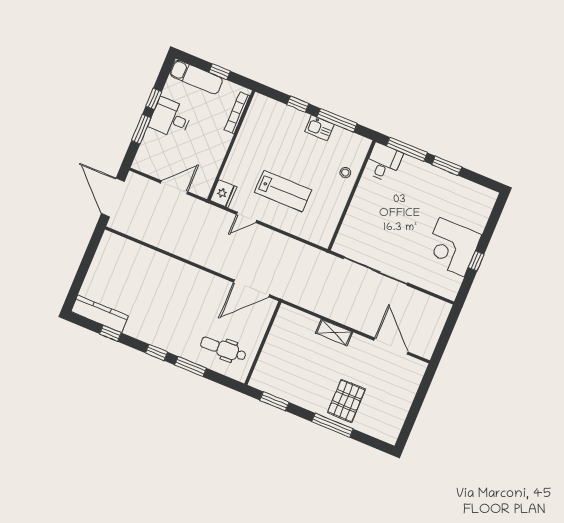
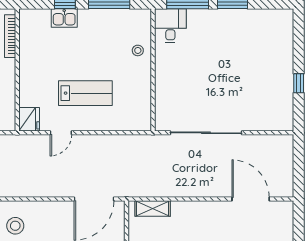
kitchen sink: (319, 128) -> (64, 18), moved
corner desk: (452, 247) -> (270, 80), removed
stool: (172, 283) -> (15, 226), added
shelving: (334, 333) -> (153, 209), moved

